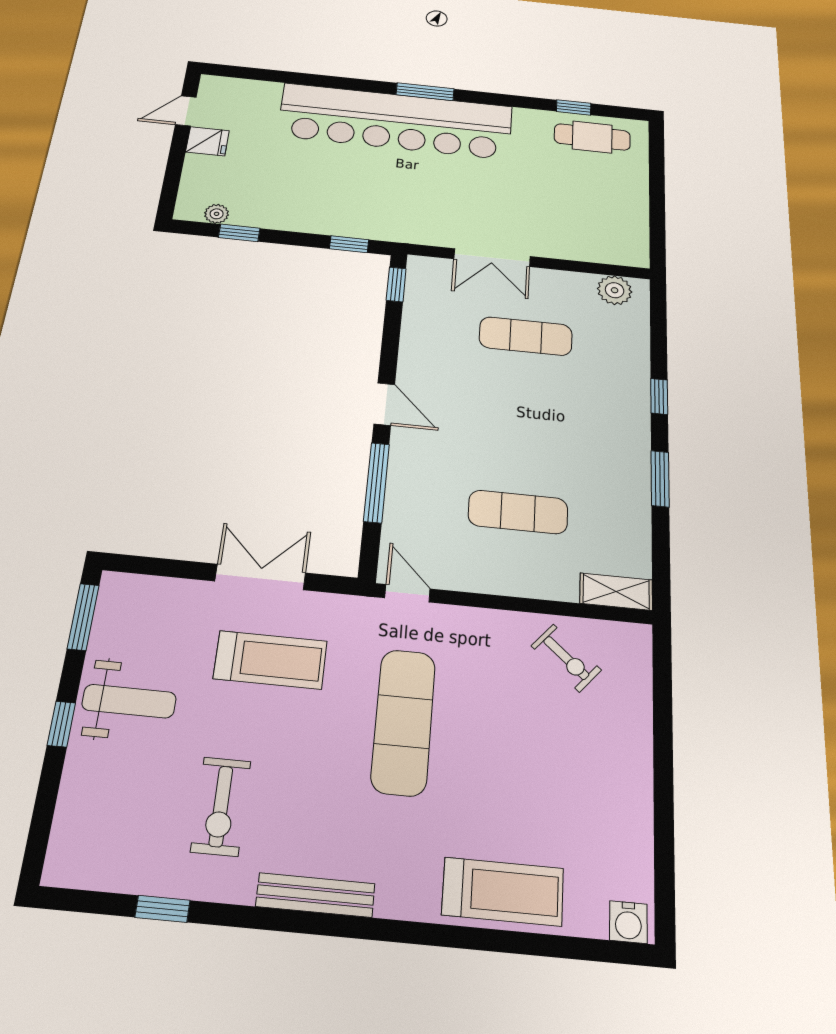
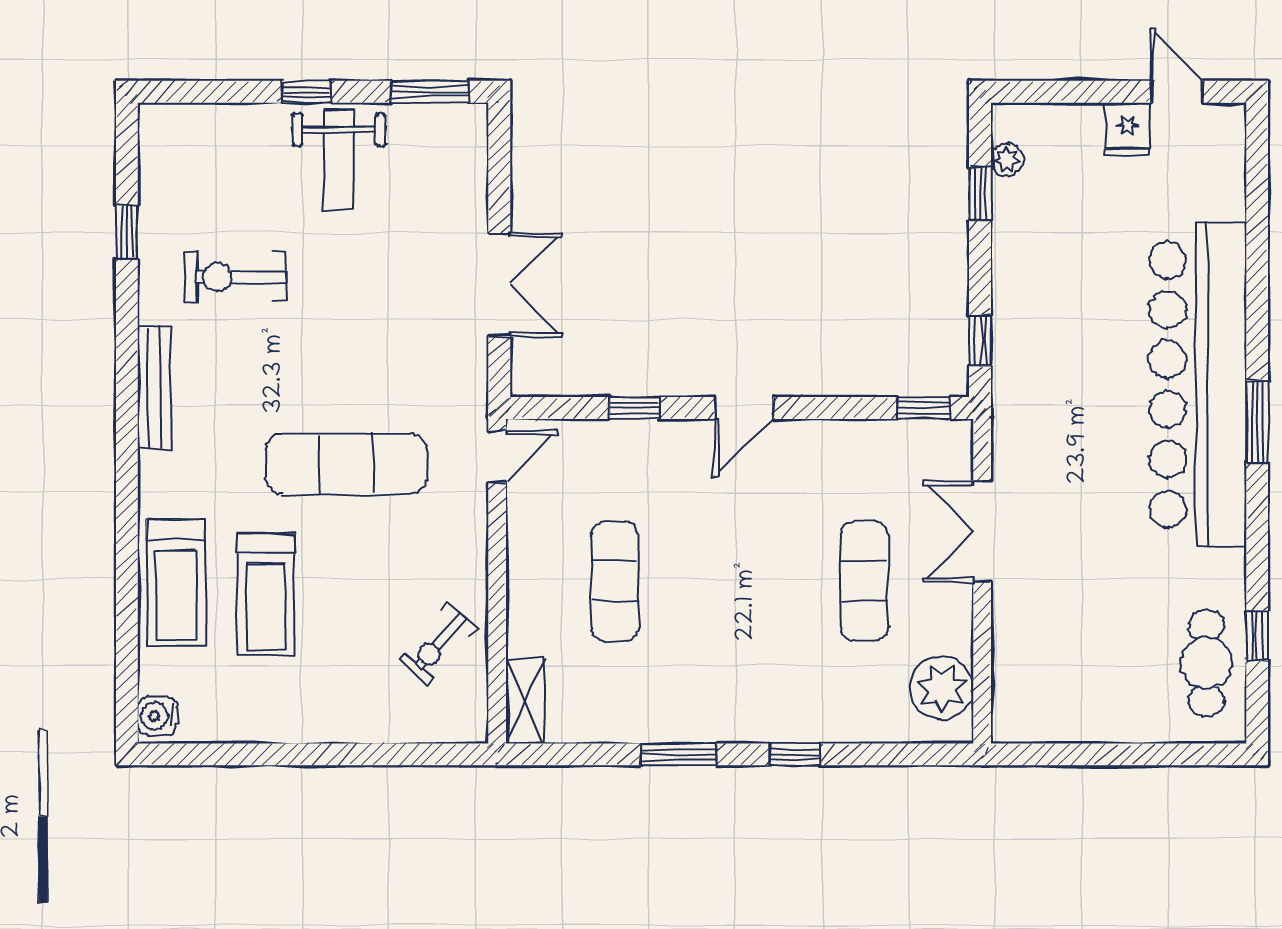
plant: (615, 290) -> (942, 688), width x1.36, depth x1.36
window: (376, 483) -> (635, 408), width x0.46
treadmill: (270, 660) -> (266, 594), moved

